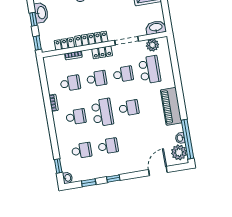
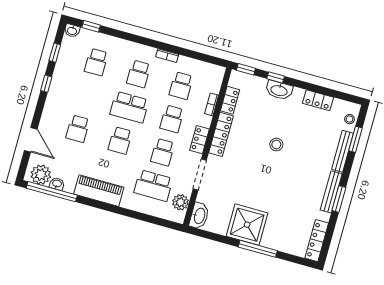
school desk: (108, 146) -> (78, 129), moved

